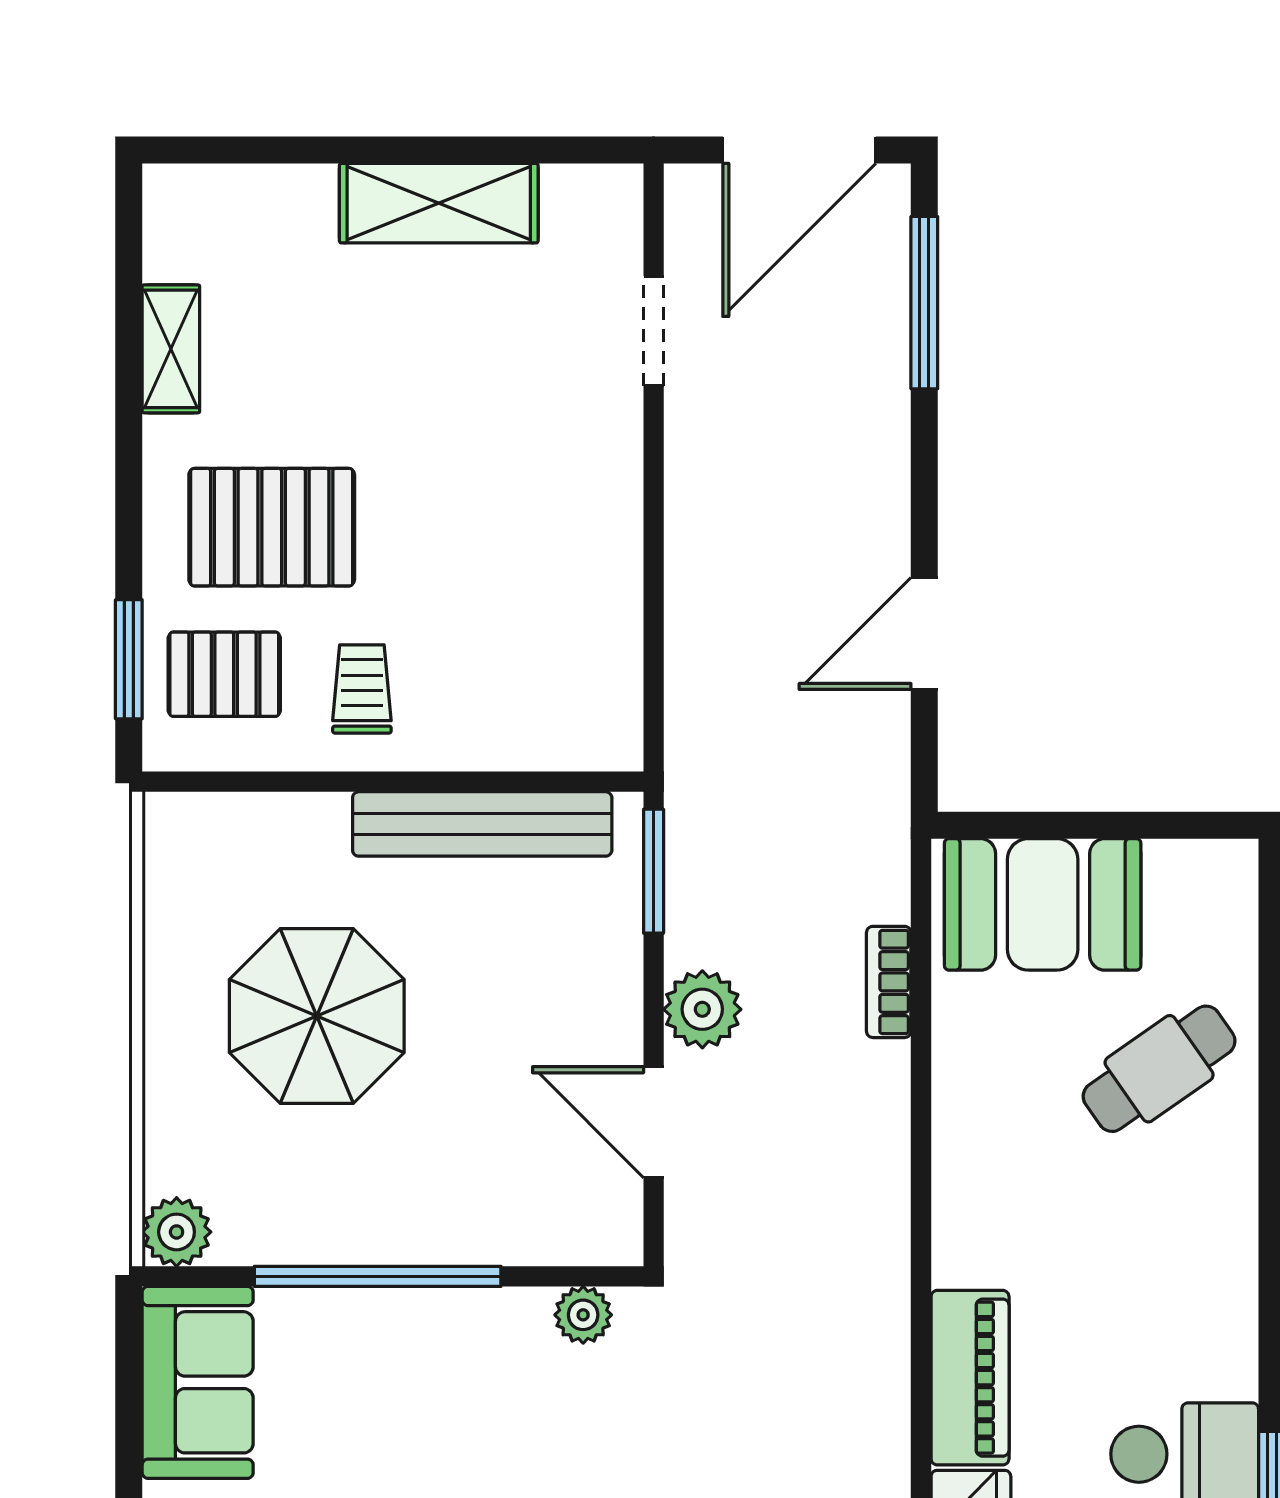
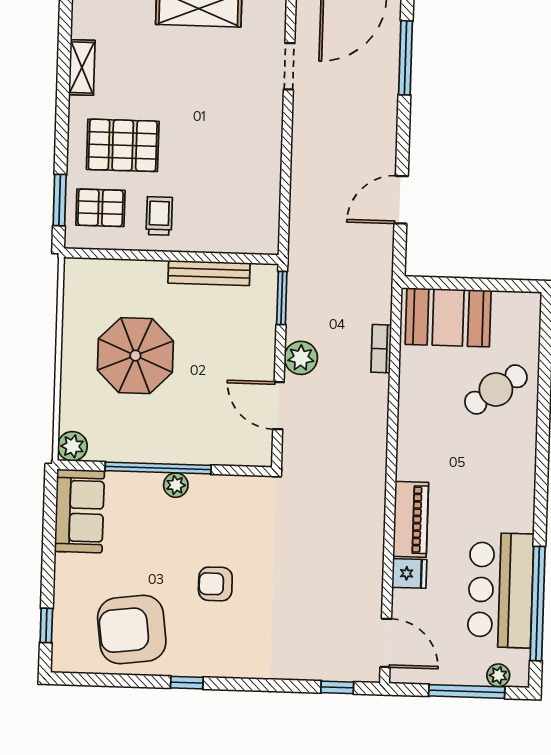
bench: (482, 824) -> (209, 273), width x0.73, depth x0.82
plant: (583, 1315) -> (176, 485), moved

